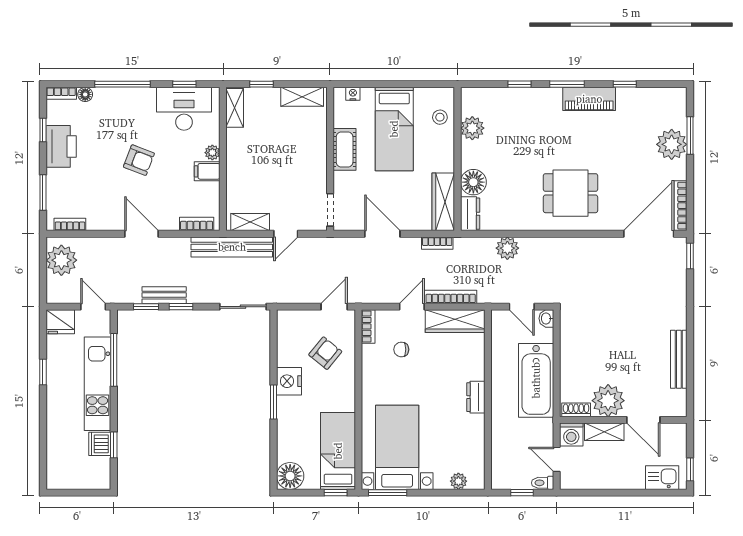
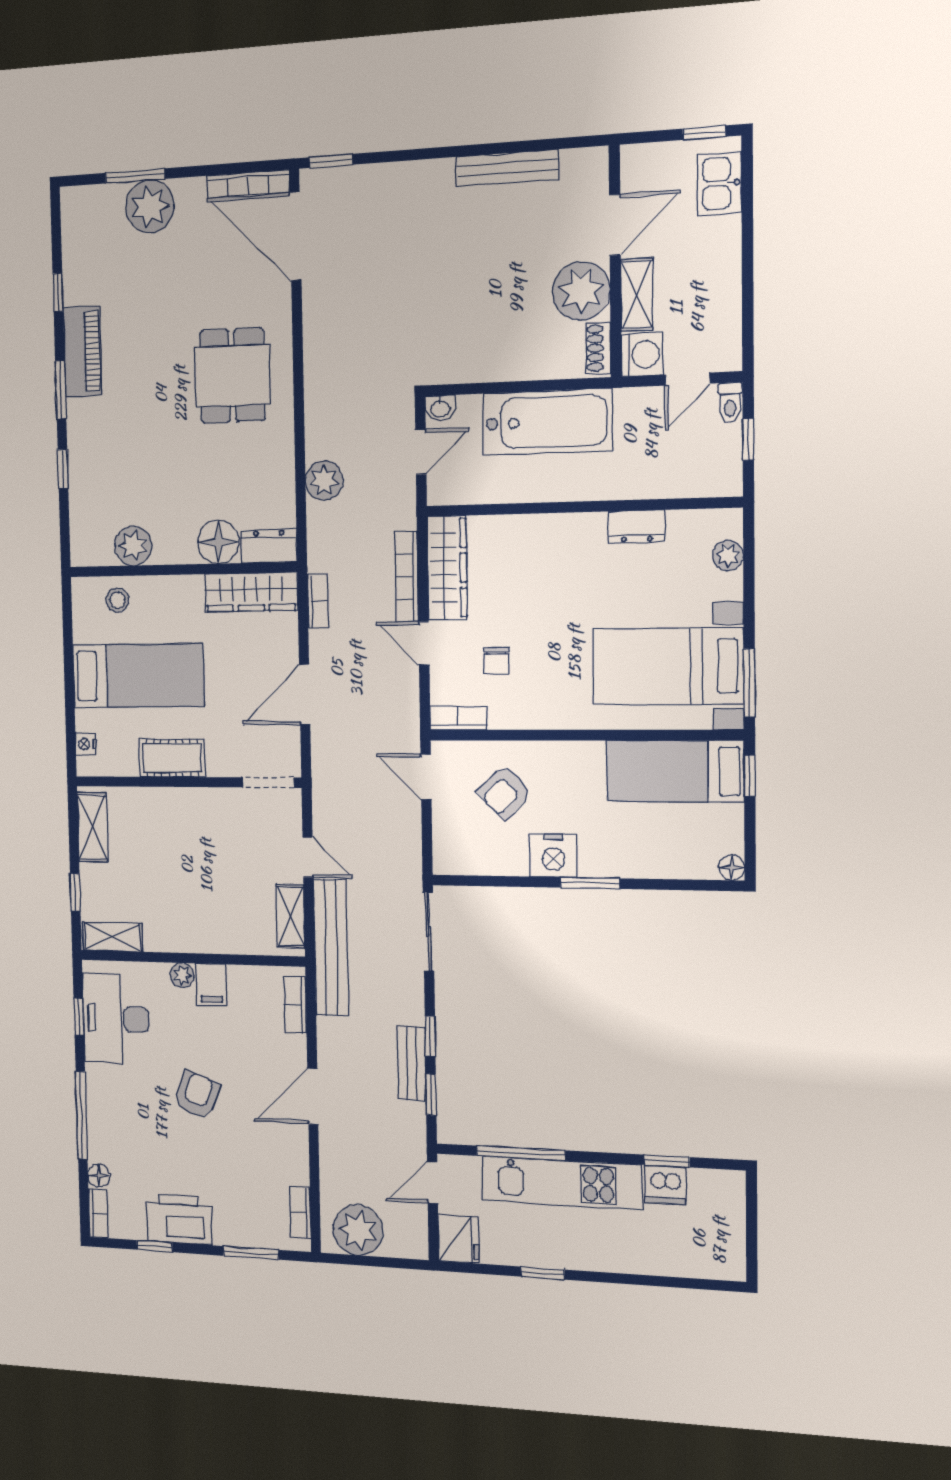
armchair: (325, 353) -> (505, 792), turned -83
dresser: (476, 397) -> (637, 527), moved
floor lamp: (290, 476) -> (732, 868), width x0.53, depth x0.53

